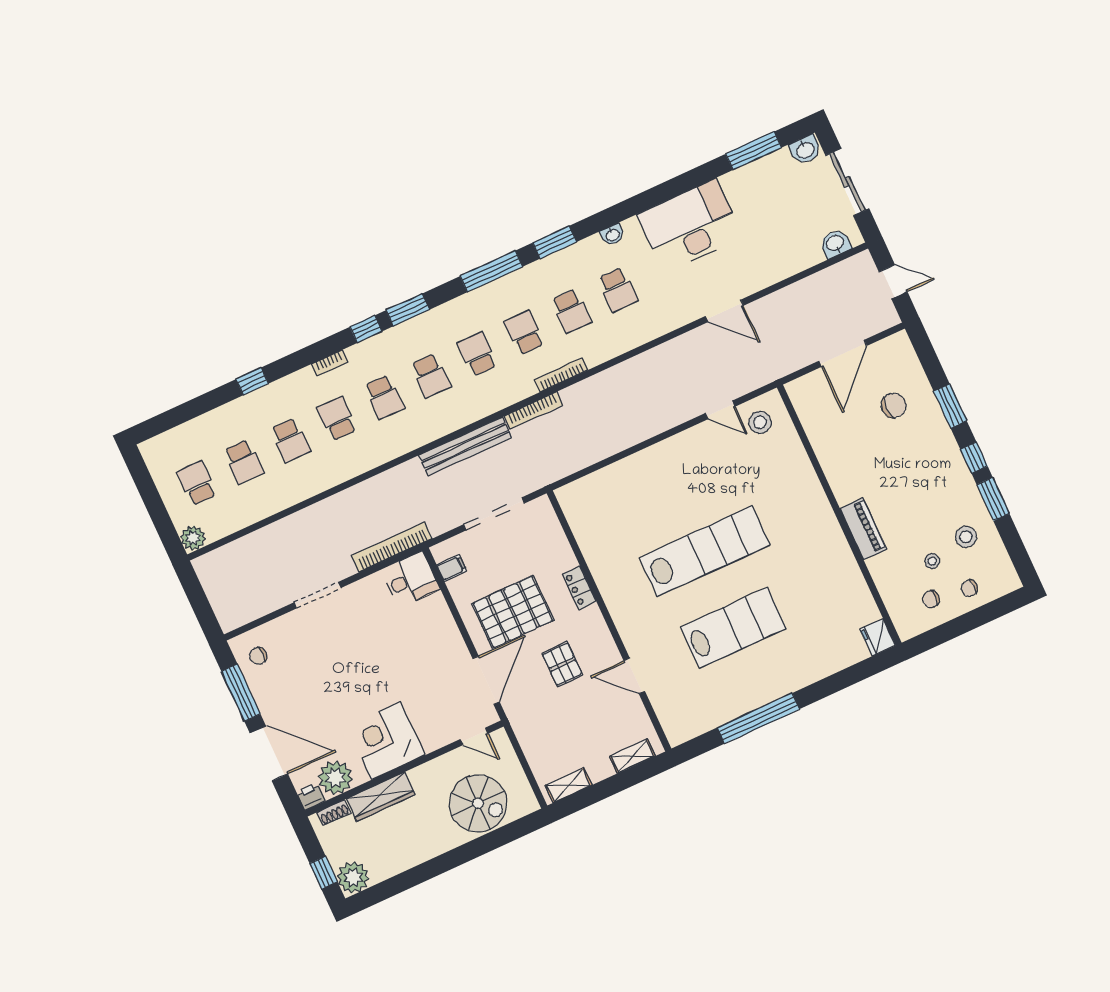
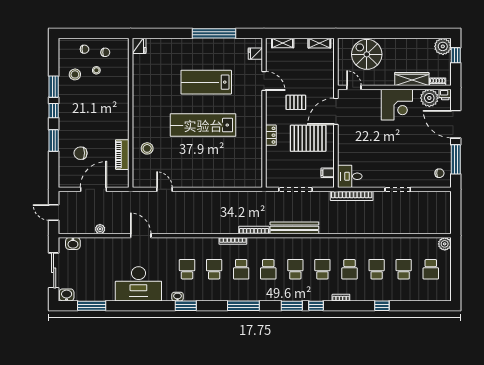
window: (555, 242) -> (186, 306), moved
plant: (800, 290) -> (100, 229), added
stool: (760, 422) -> (147, 148), moved
piano: (863, 529) -> (122, 155), moved
pallet: (562, 664) -> (296, 102), turned 90
fridge: (671, 716) -> (255, 54), added

